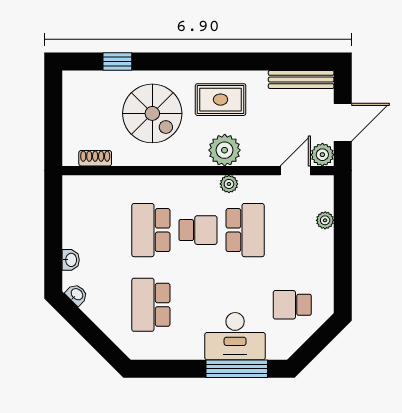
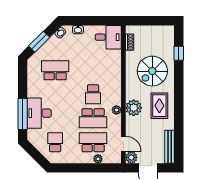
desk: (86, 200) -> (108, 37), added
school desk: (151, 230) -> (93, 142), moved
window: (94, 336) -> (39, 42), added

